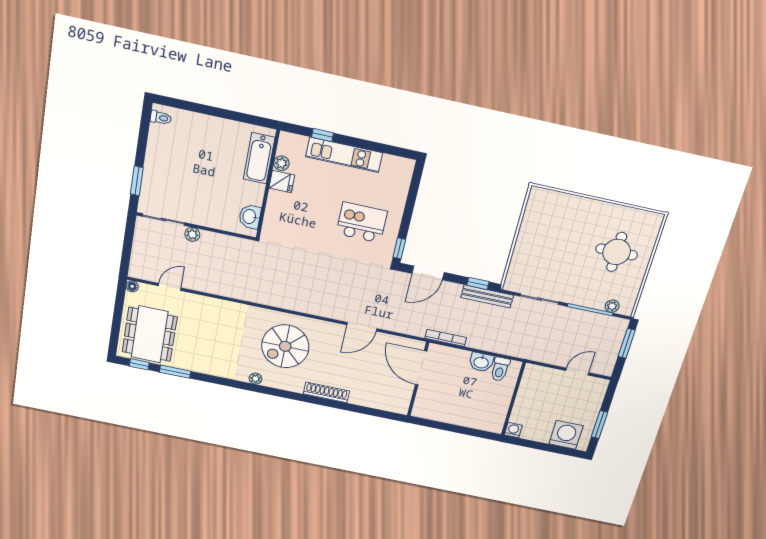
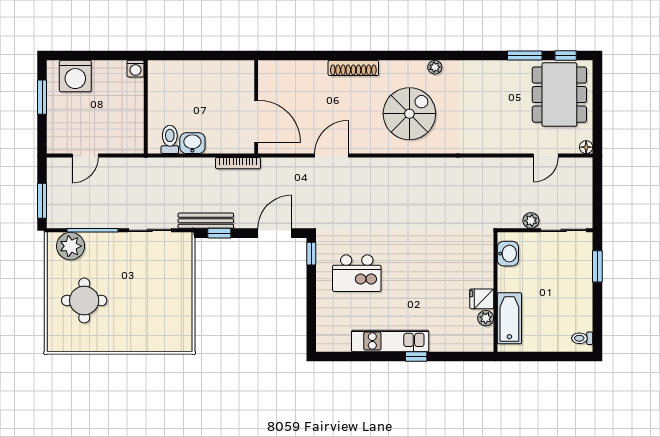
bathtub: (259, 158) -> (509, 318), moved
plant: (281, 163) -> (486, 318), moved
fridge: (282, 182) -> (482, 299), moved
wall: (268, 185) -> (495, 292), moved
washbasin: (250, 217) -> (508, 254), moved
plant: (612, 306) -> (71, 246), width x1.87, depth x1.87

